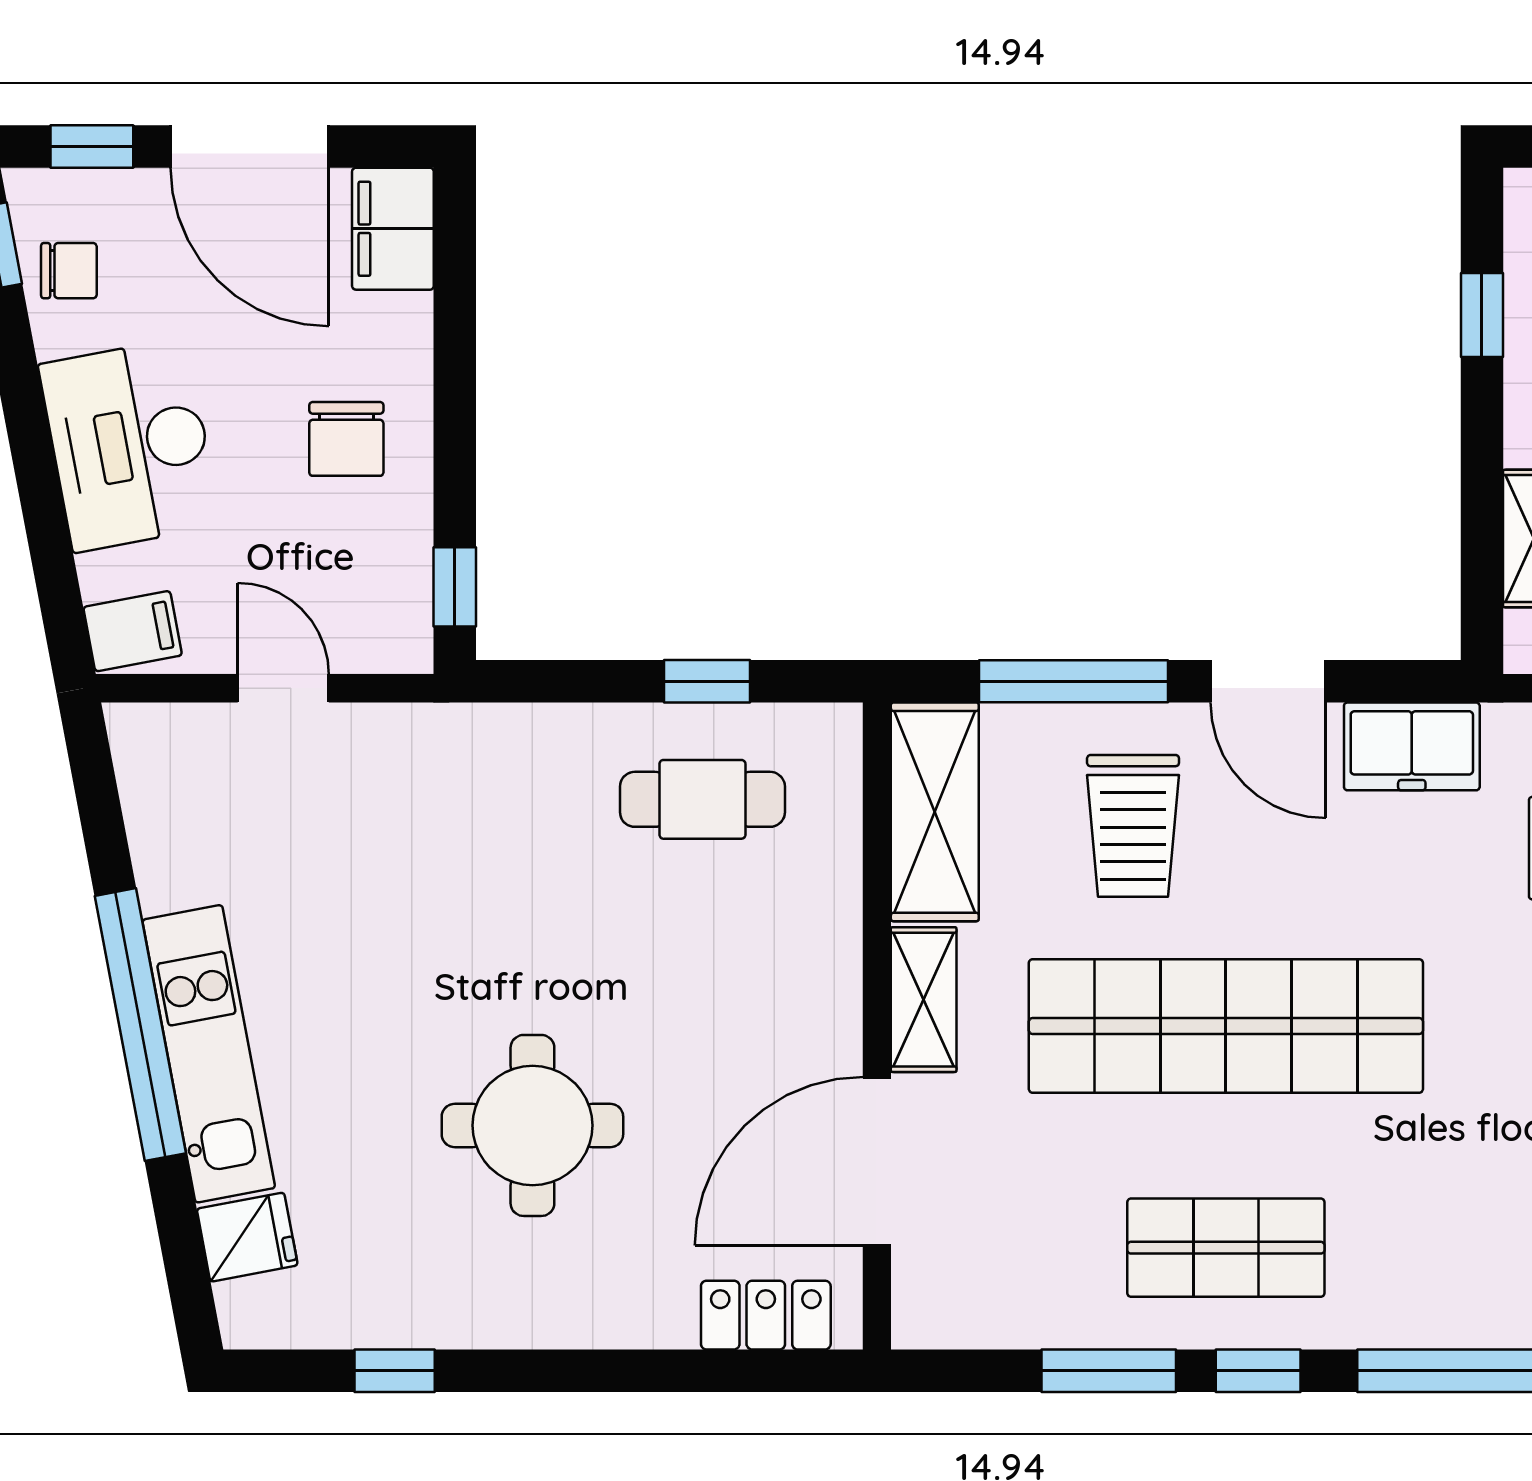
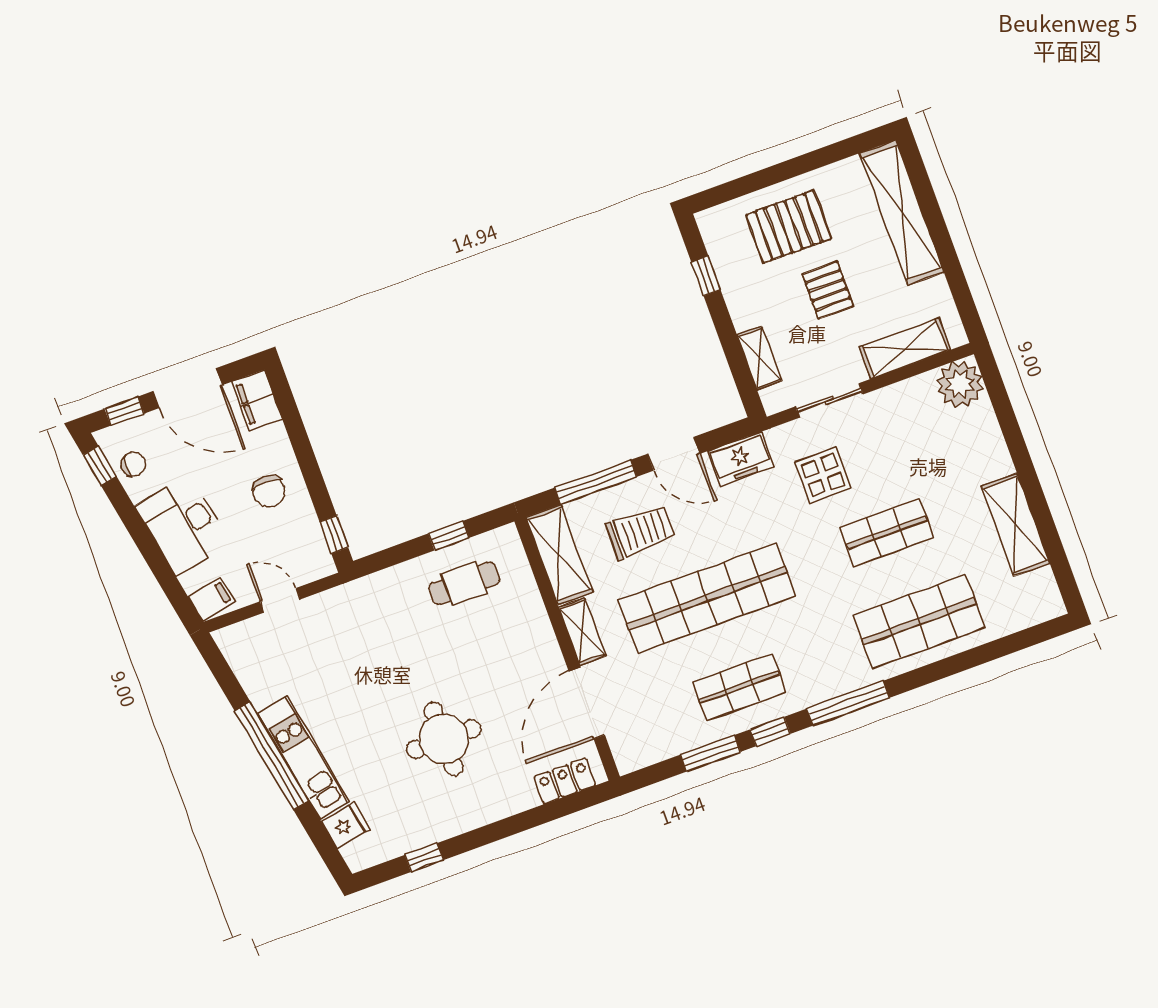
trolley: (1133, 826) -> (641, 531), turned -90

